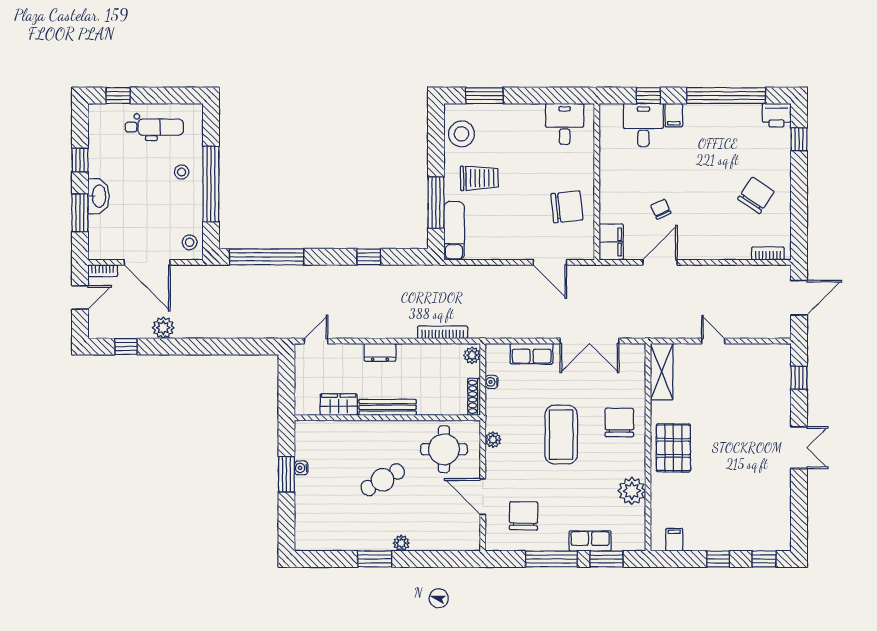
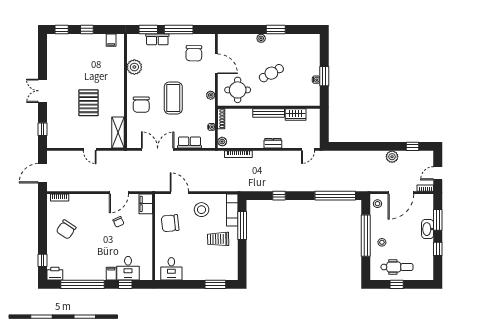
window: (118, 96) -> (397, 284), moved
dental chair: (154, 127) -> (397, 267), turned 180
stool: (461, 134) -> (202, 210), moved
door: (147, 262) -> (401, 193), swing flipped
pallet: (673, 448) -> (88, 103), moved

